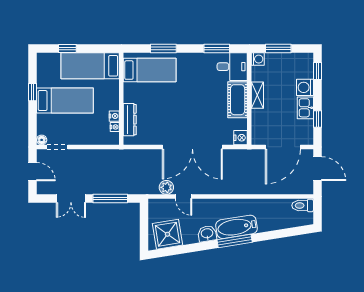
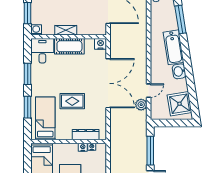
window: (217, 49) -> (28, 74), moved
rug: (171, 103) -> (72, 101), added
window: (235, 241) -> (180, 20), moved

